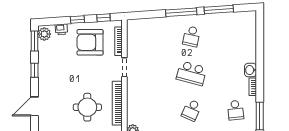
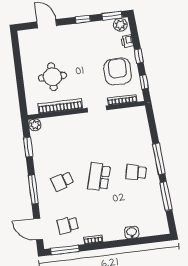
washbasin: (250, 70) -> (132, 232), moved
school desk: (192, 110) -> (62, 181), turned -42

